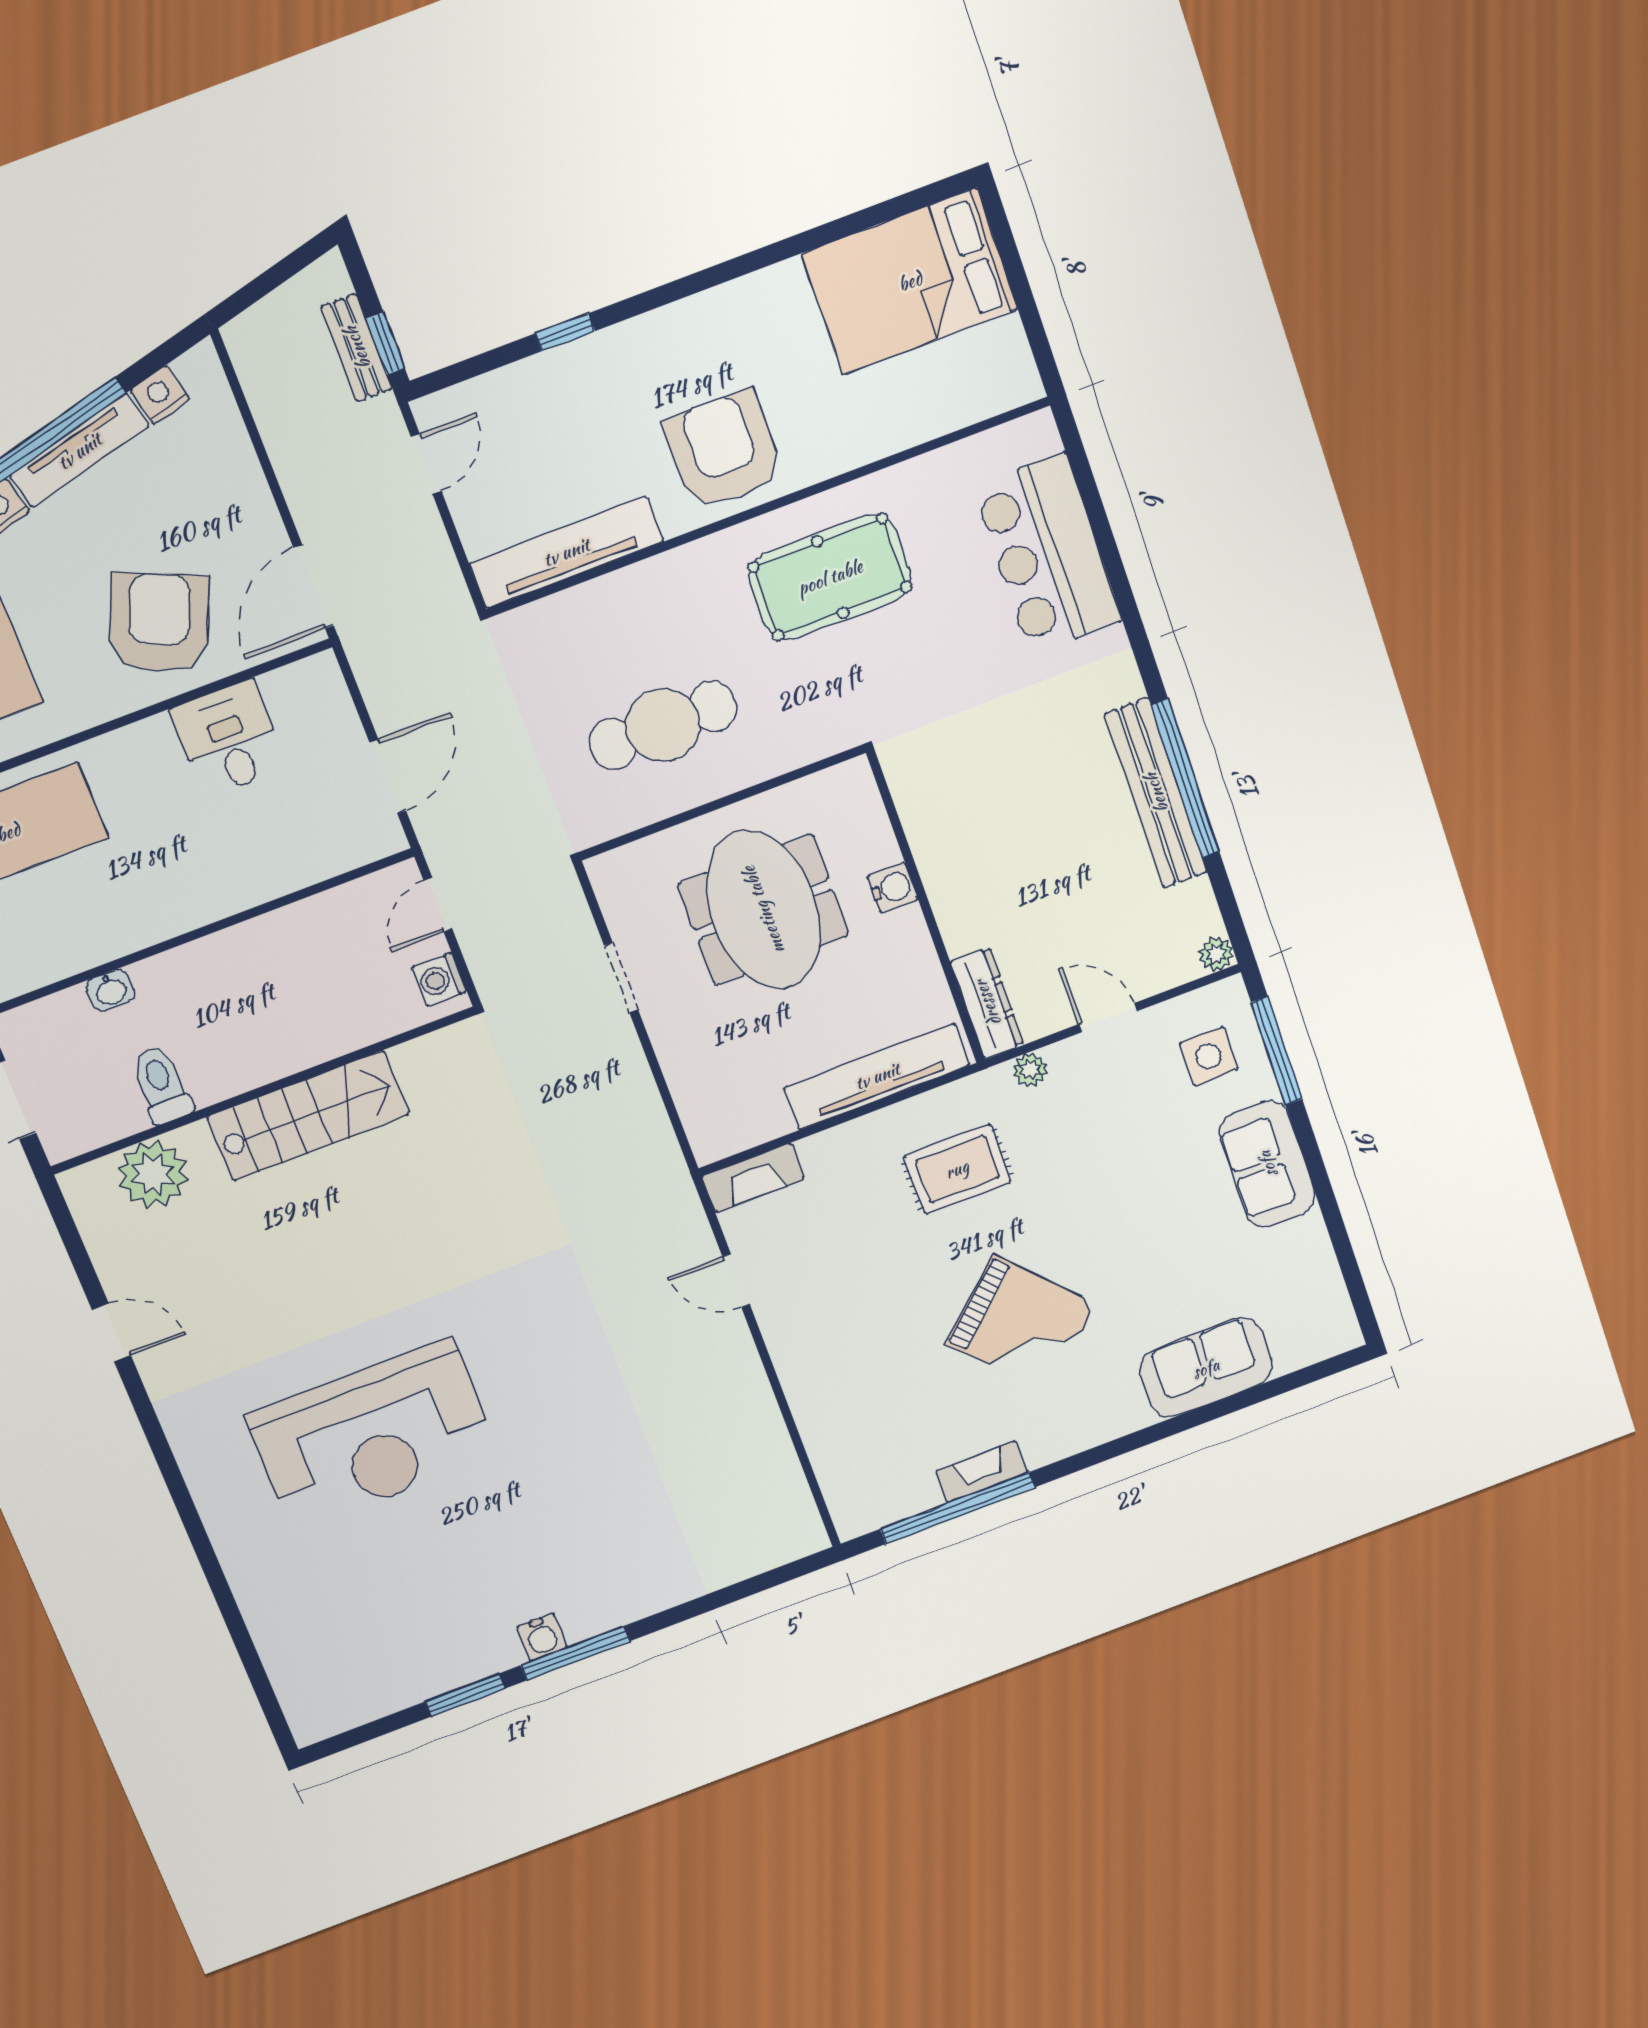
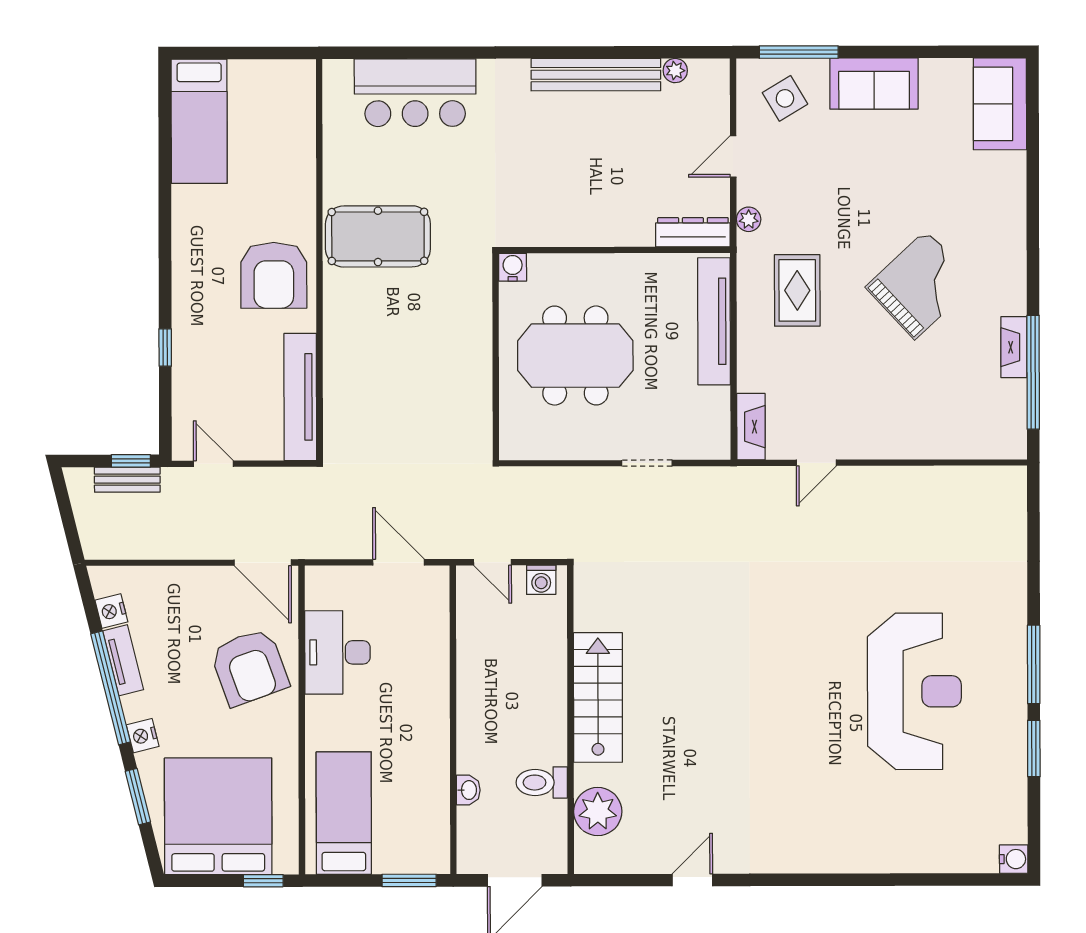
bed: (910, 281) -> (199, 121), width x0.67
armchair: (723, 450) -> (274, 275), turned -90
tv unit: (79, 451) -> (123, 660), width x0.71
pool table: (830, 577) -> (378, 236), turned 90
armchair: (159, 623) -> (249, 667), turned -133
cafe table: (663, 725) -> (432, 376), removed
desk: (229, 739) -> (337, 652), width x1.37
window: (1185, 778) -> (593, 52), removed
water cooler: (893, 888) -> (513, 267), moved
plant: (1216, 954) -> (675, 71), moved
doorway: (621, 978) -> (647, 463), moved
side table: (1209, 1056) -> (785, 98), turned -31
sofa: (1206, 1368) -> (1000, 104), moved
reception desk: (372, 1435) -> (914, 691), moved
water cooler: (542, 1637) -> (1014, 859), moved

